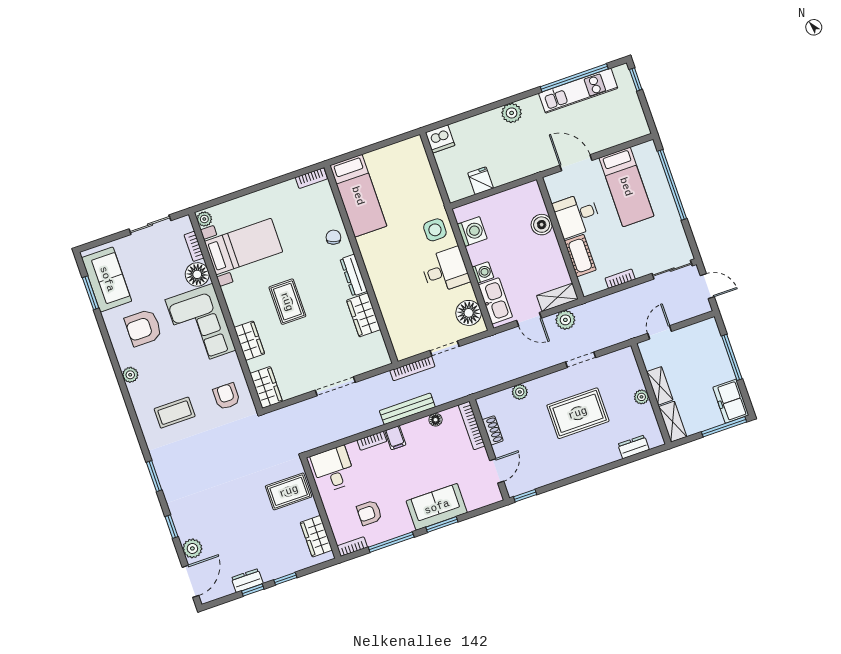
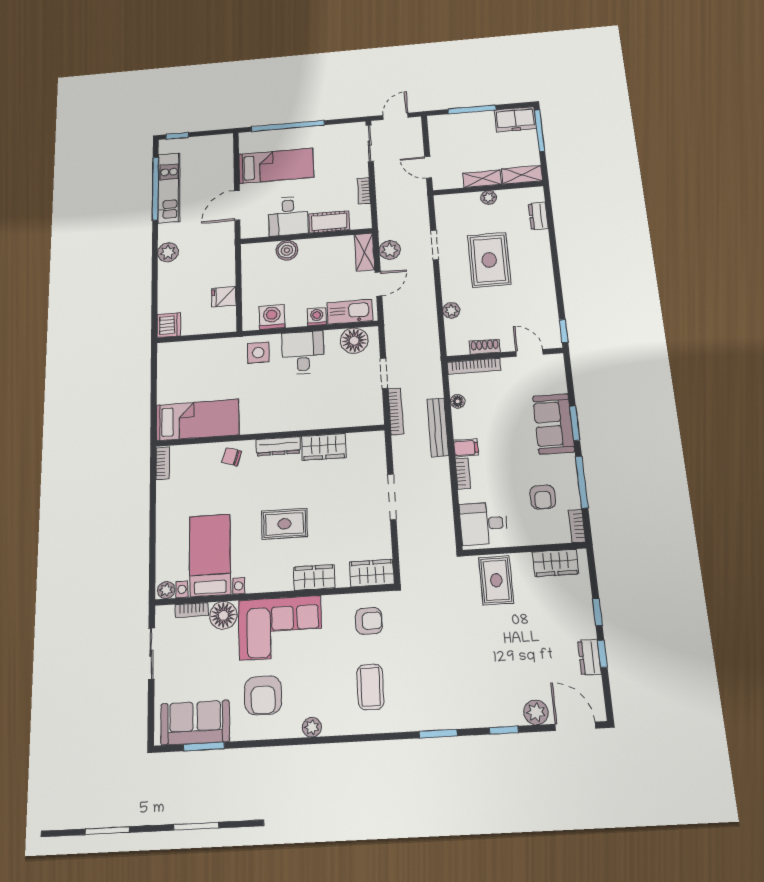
armchair: (226, 396) -> (369, 621), turned 180

